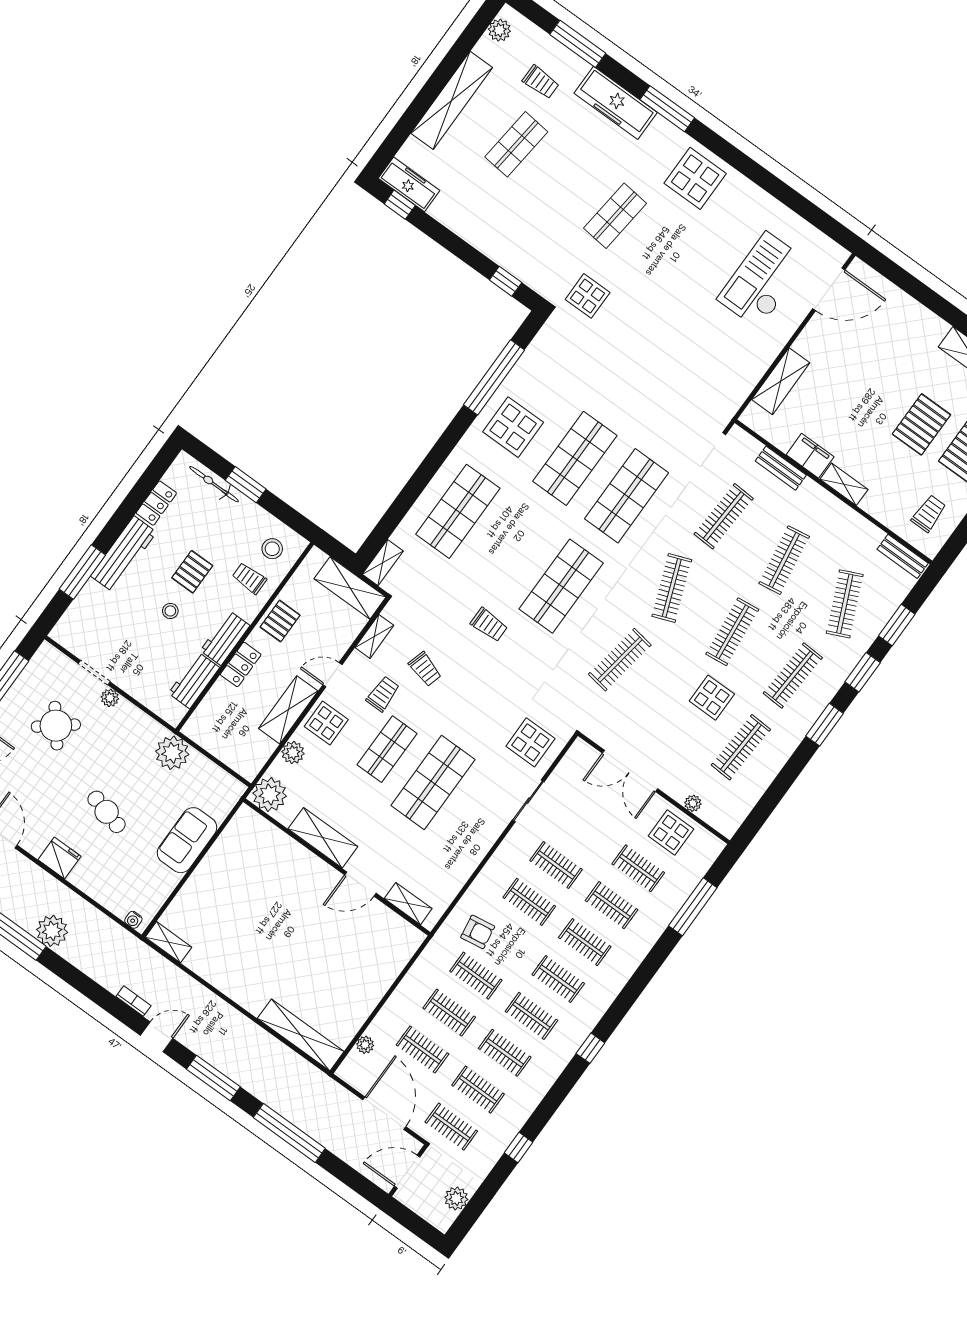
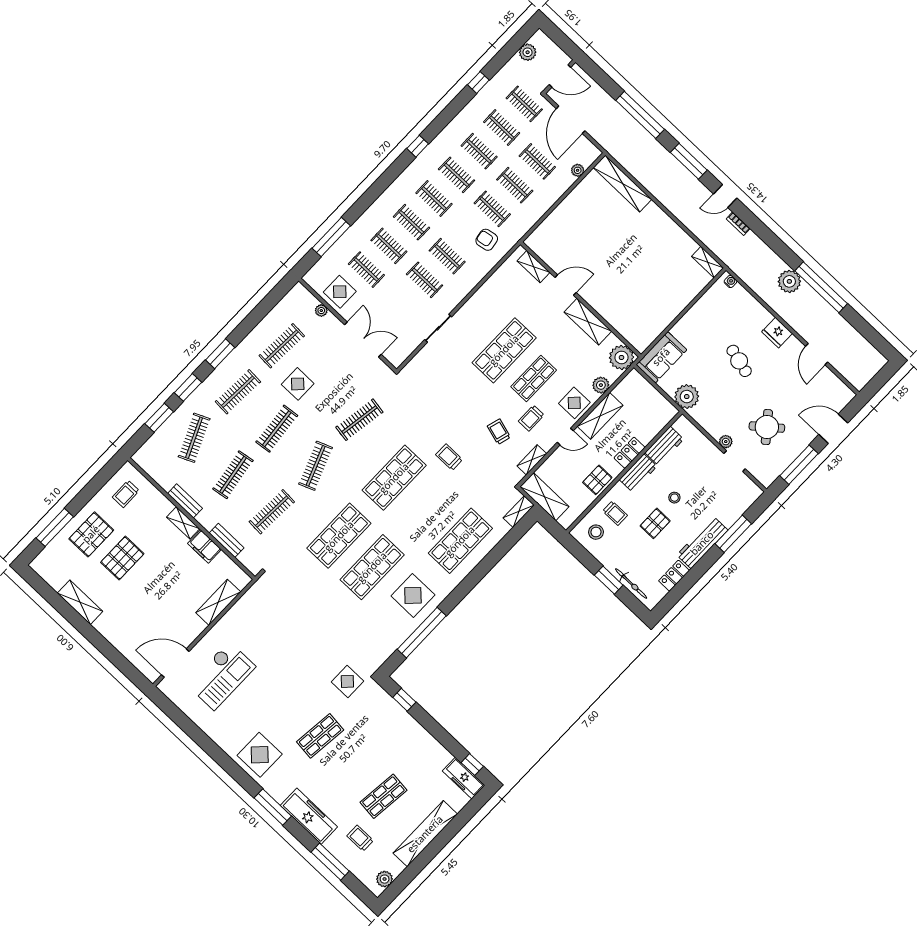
bench: (903, 556) -> (185, 501), moved
display table: (530, 742) -> (431, 369), removed
sofa: (187, 840) -> (661, 357), moved

